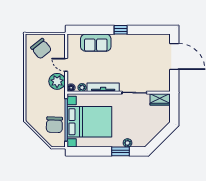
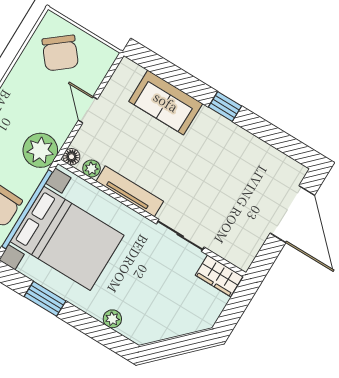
plant: (57, 81) -> (40, 150), moved
window: (121, 151) -> (45, 299), moved

